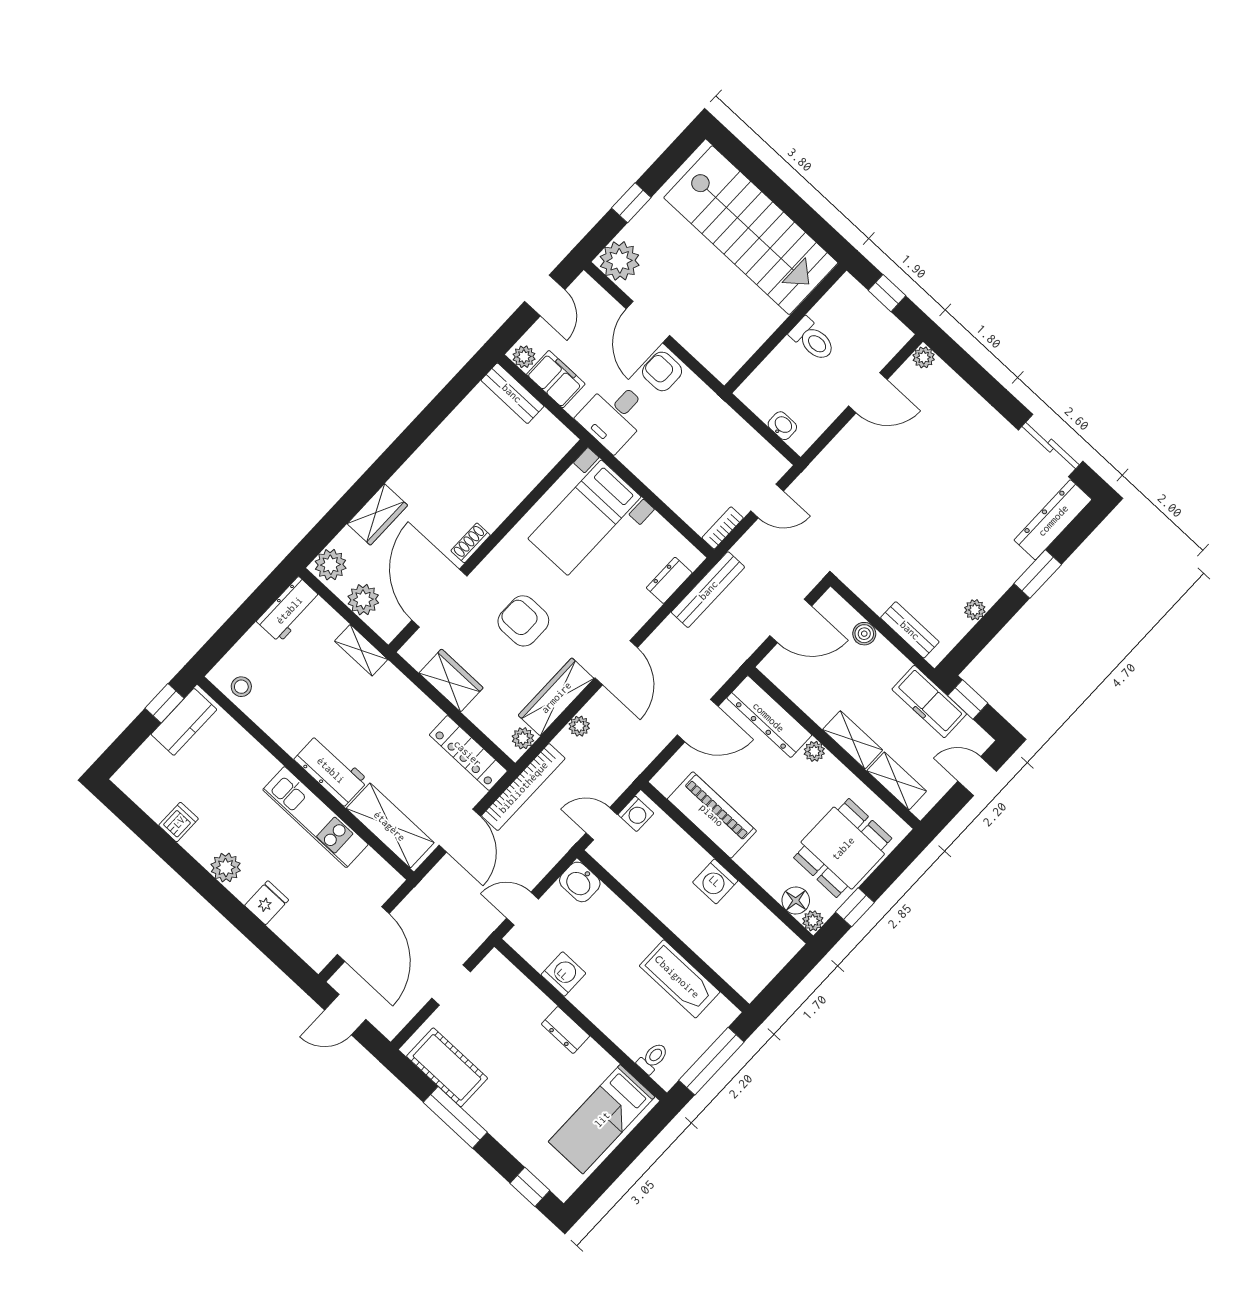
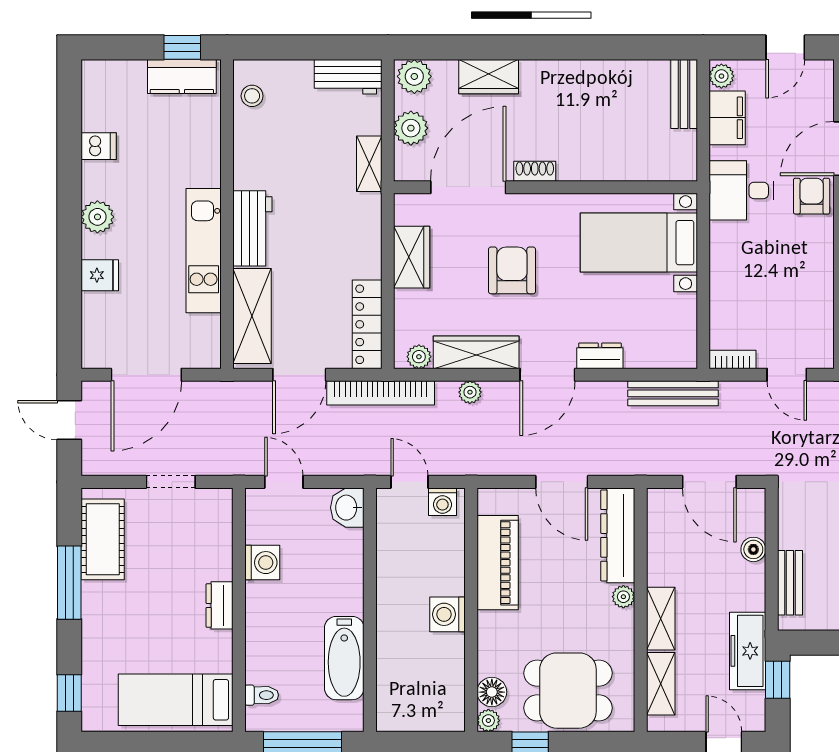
dresser: (669, 580) -> (600, 356), moved

